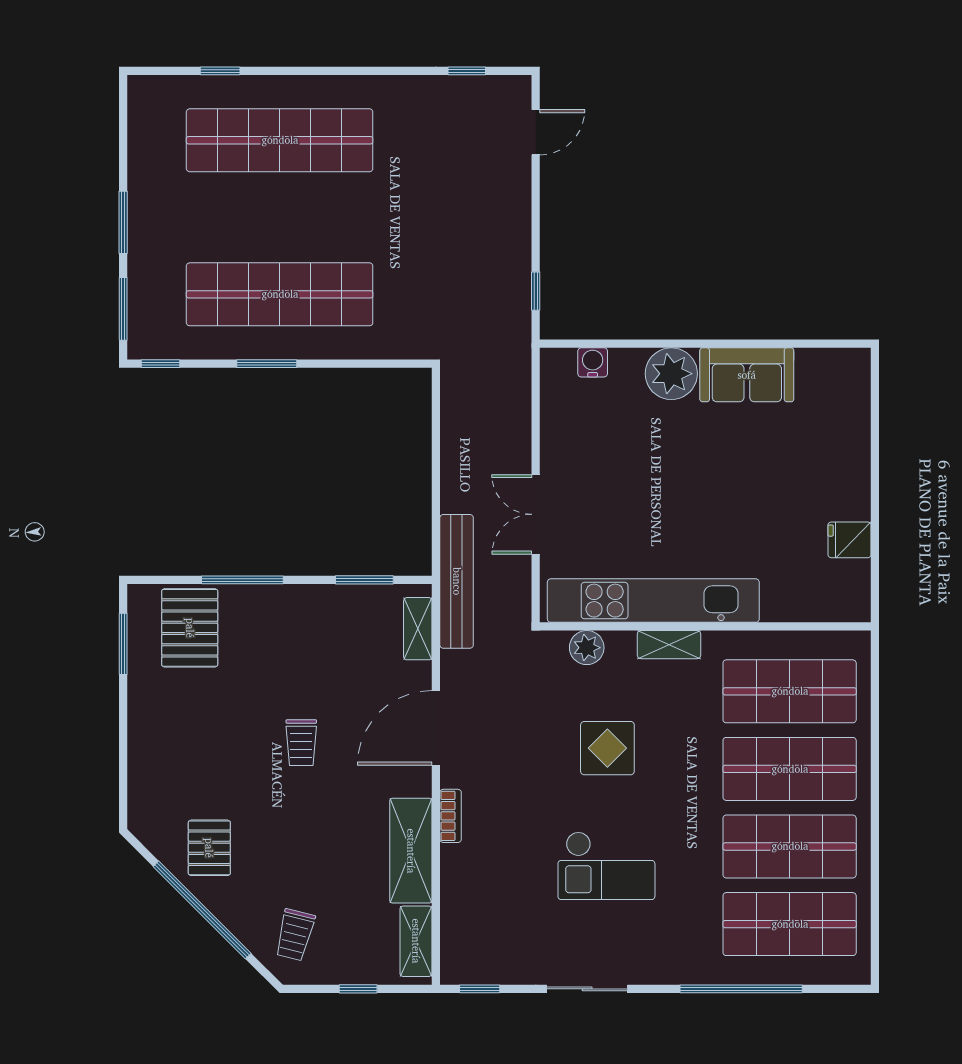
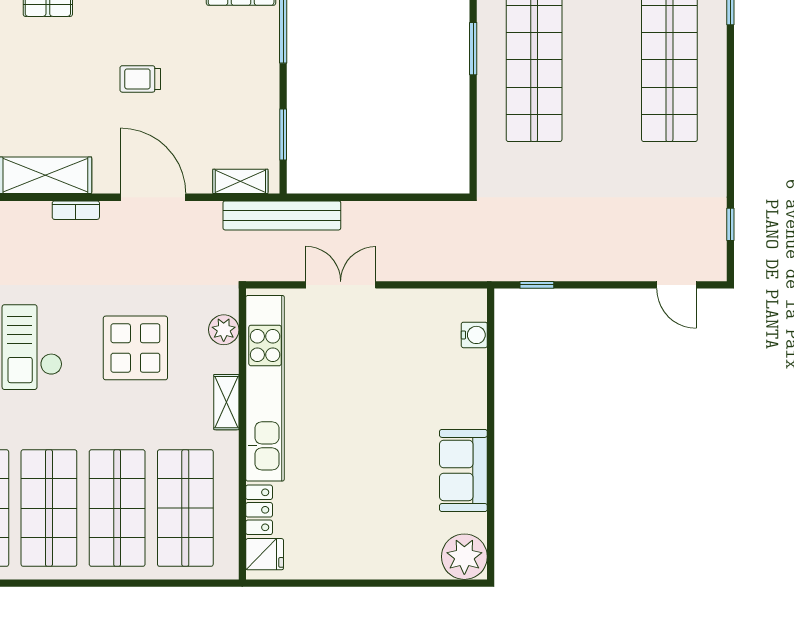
plant: (671, 374) -> (464, 557), moved
fridge: (850, 540) -> (265, 554), moved, turned 90
locker: (792, 607) -> (259, 510), added
display table: (607, 748) -> (135, 348), width x1.36, depth x1.36

